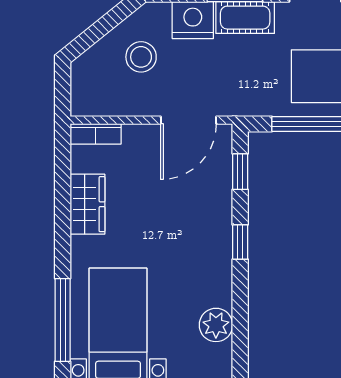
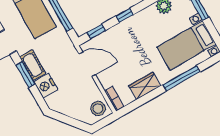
stool: (141, 57) -> (98, 108), moved
window: (63, 320) -> (182, 78), moved

